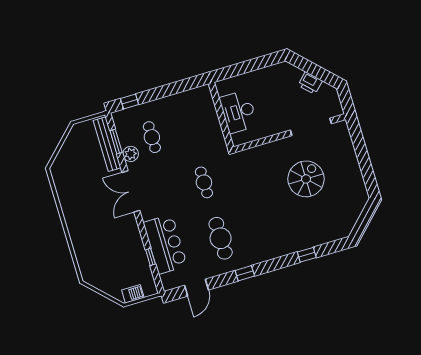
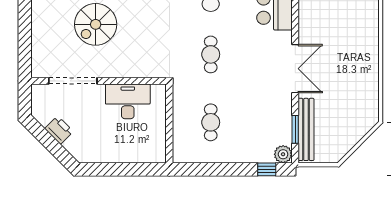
desk: (238, 112) -> (128, 101), moved, turned -90
cafe table: (152, 137) -> (211, 122), moved
plant: (131, 154) -> (283, 154), moved

